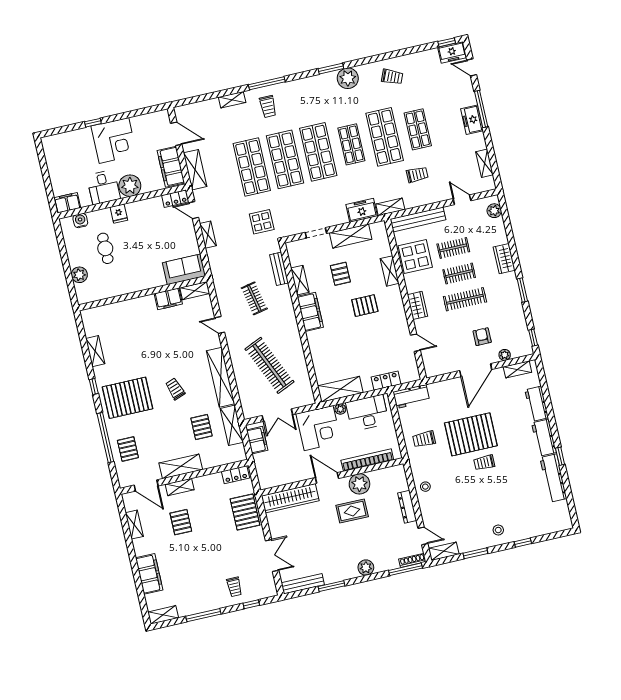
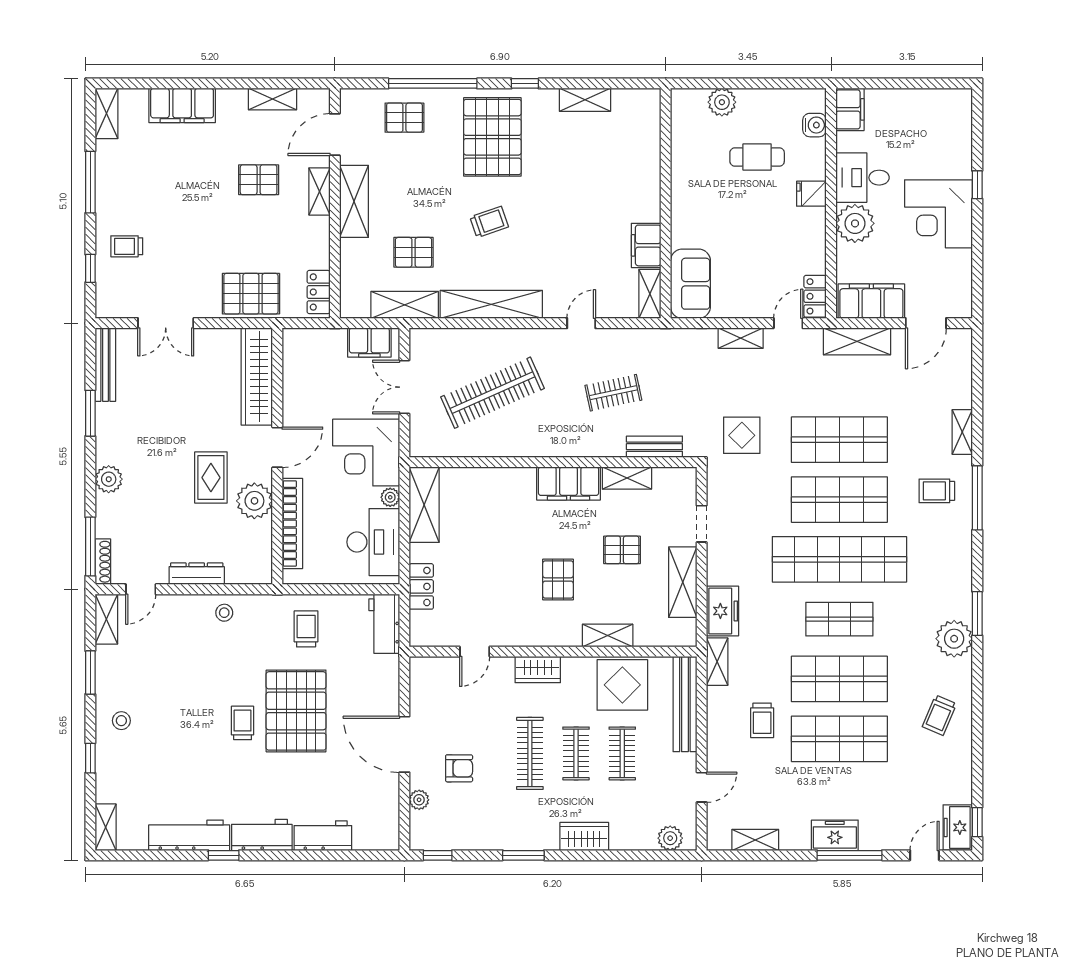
shop shelf: (418, 129) -> (839, 739), width x1.43, depth x1.36
shop shelf: (318, 152) -> (839, 559), width x1.40
shelving: (517, 369) -> (106, 827), moved

